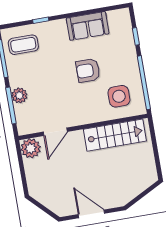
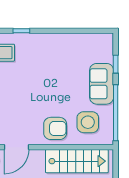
sofa: (88, 26) -> (102, 84), moved, turned 90
armchair: (88, 70) -> (55, 128), moved, turned 180

